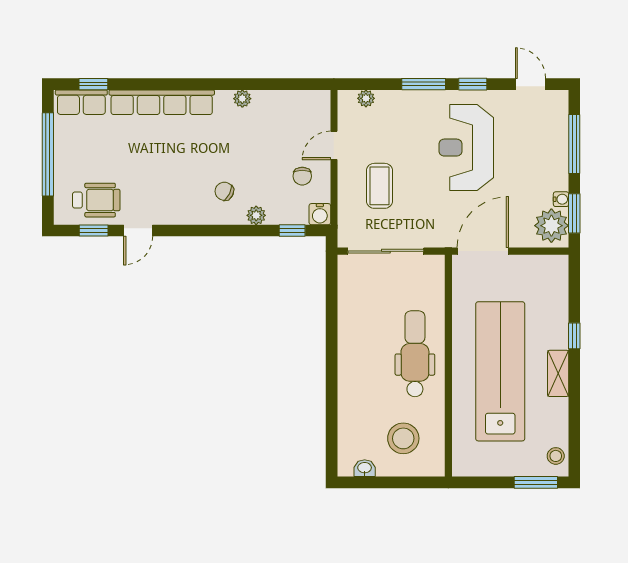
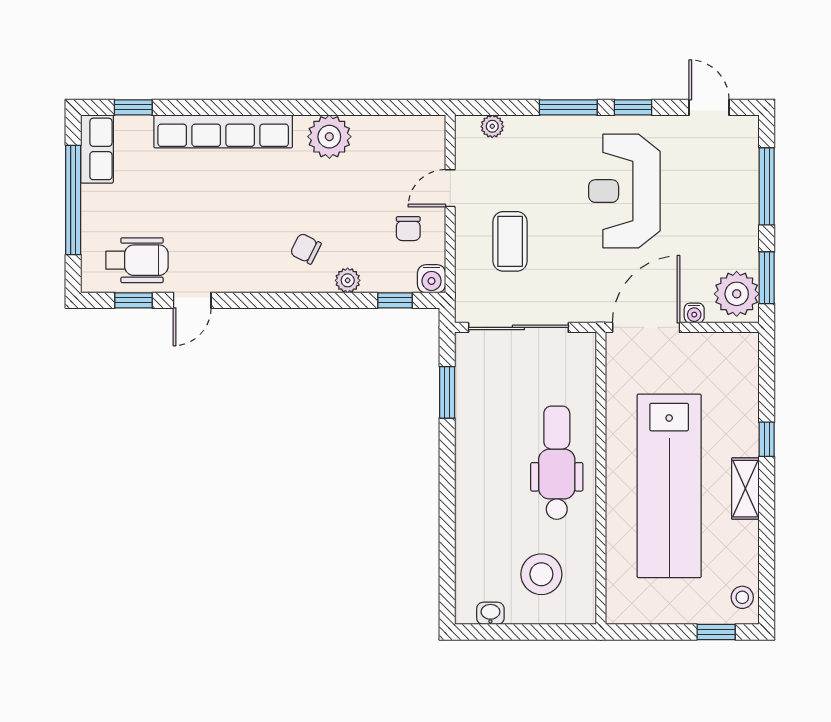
plant: (242, 99) -> (329, 137), width x1.88, depth x1.88
row of seats: (81, 102) -> (97, 149), moved, turned -90
water cooler: (561, 199) -> (694, 313), moved, turned 90
window: (332, 300) -> (447, 392), added
lab bench: (500, 371) -> (669, 486), turned 180
window: (536, 482) -> (716, 632), width x0.67

